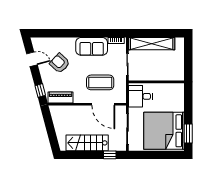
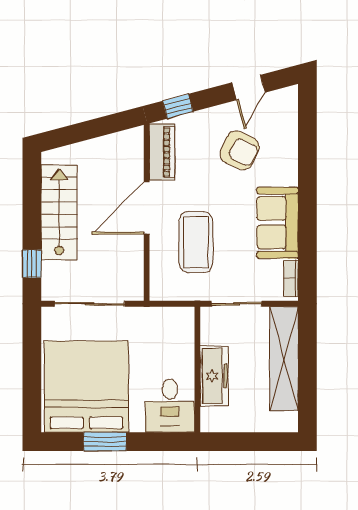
armchair: (60, 63) -> (240, 150), turned 72
freezer: (159, 74) -> (214, 376), added
desk: (140, 96) -> (170, 406), moved, turned 180
door: (103, 104) -> (147, 208), moved
window: (188, 134) -> (105, 442), moved

